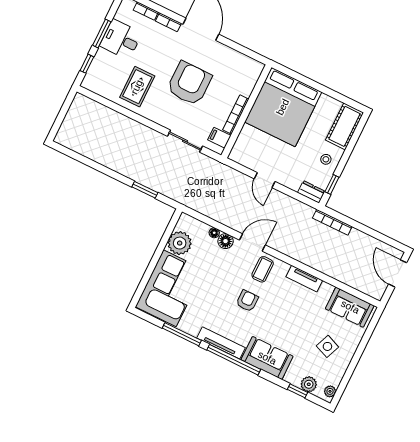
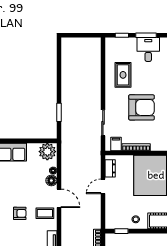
rug: (137, 87) -> (123, 75), turned 90
dresser: (311, 192) -> (110, 168), moved
plant: (180, 243) -> (47, 152), moved

